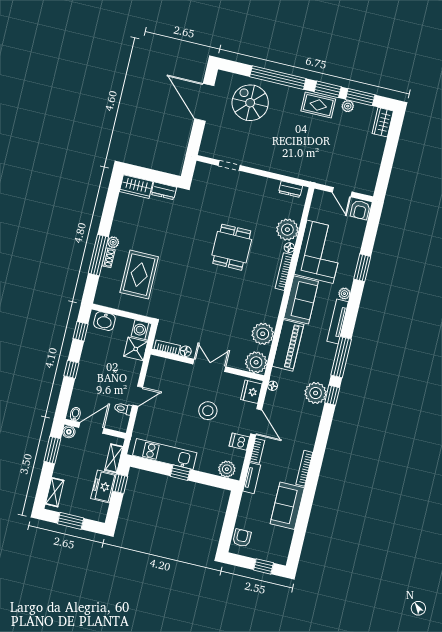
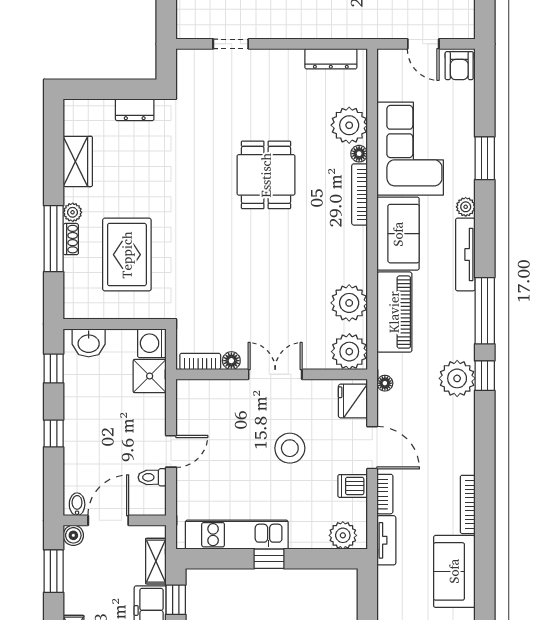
wardrobe: (136, 187) -> (78, 161), moved, turned -90
dresser: (291, 189) -> (331, 59), width x1.44

